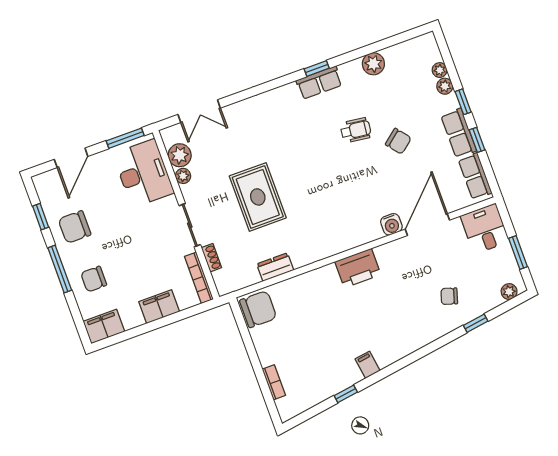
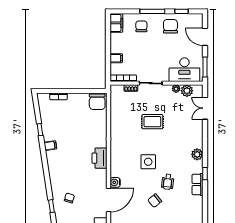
plant: (373, 64) -> (197, 154), moved
row of seats: (319, 83) -> (198, 184), moved
side table: (333, 178) -> (148, 162), added
rug: (258, 197) -> (152, 122), width x0.73, depth x0.70
door: (427, 225) -> (108, 200), hinge flipped
dresser: (275, 267) -> (115, 118), removed
filing cabinet: (159, 307) -> (116, 58), width x0.50

